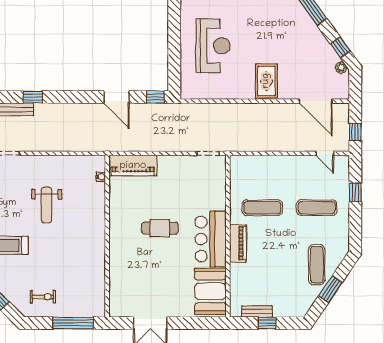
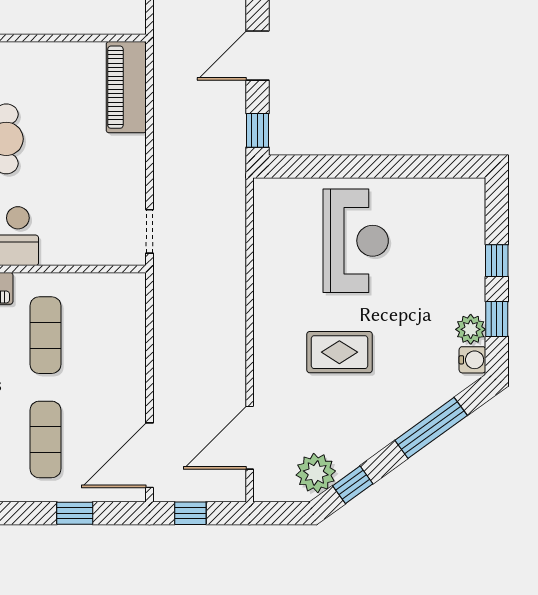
reception desk: (213, 46) -> (356, 241), turned -90
plant: (341, 68) -> (316, 473), width x1.88, depth x1.88
rug: (266, 81) -> (339, 352), moved
door: (325, 153) -> (149, 455), width x1.87
water cooler: (101, 177) -> (105, 26), removed

